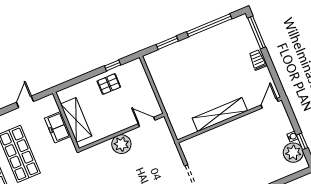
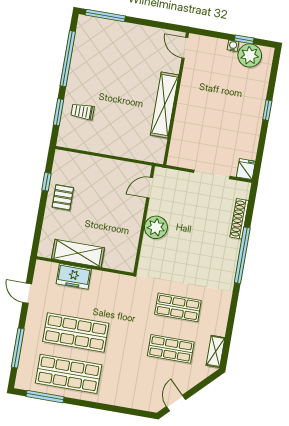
trolley: (257, 60) -> (83, 112), moved
door: (147, 122) -> (150, 188), moved
wall: (122, 132) -> (144, 220), moved
plant: (121, 144) -> (156, 227), moved

